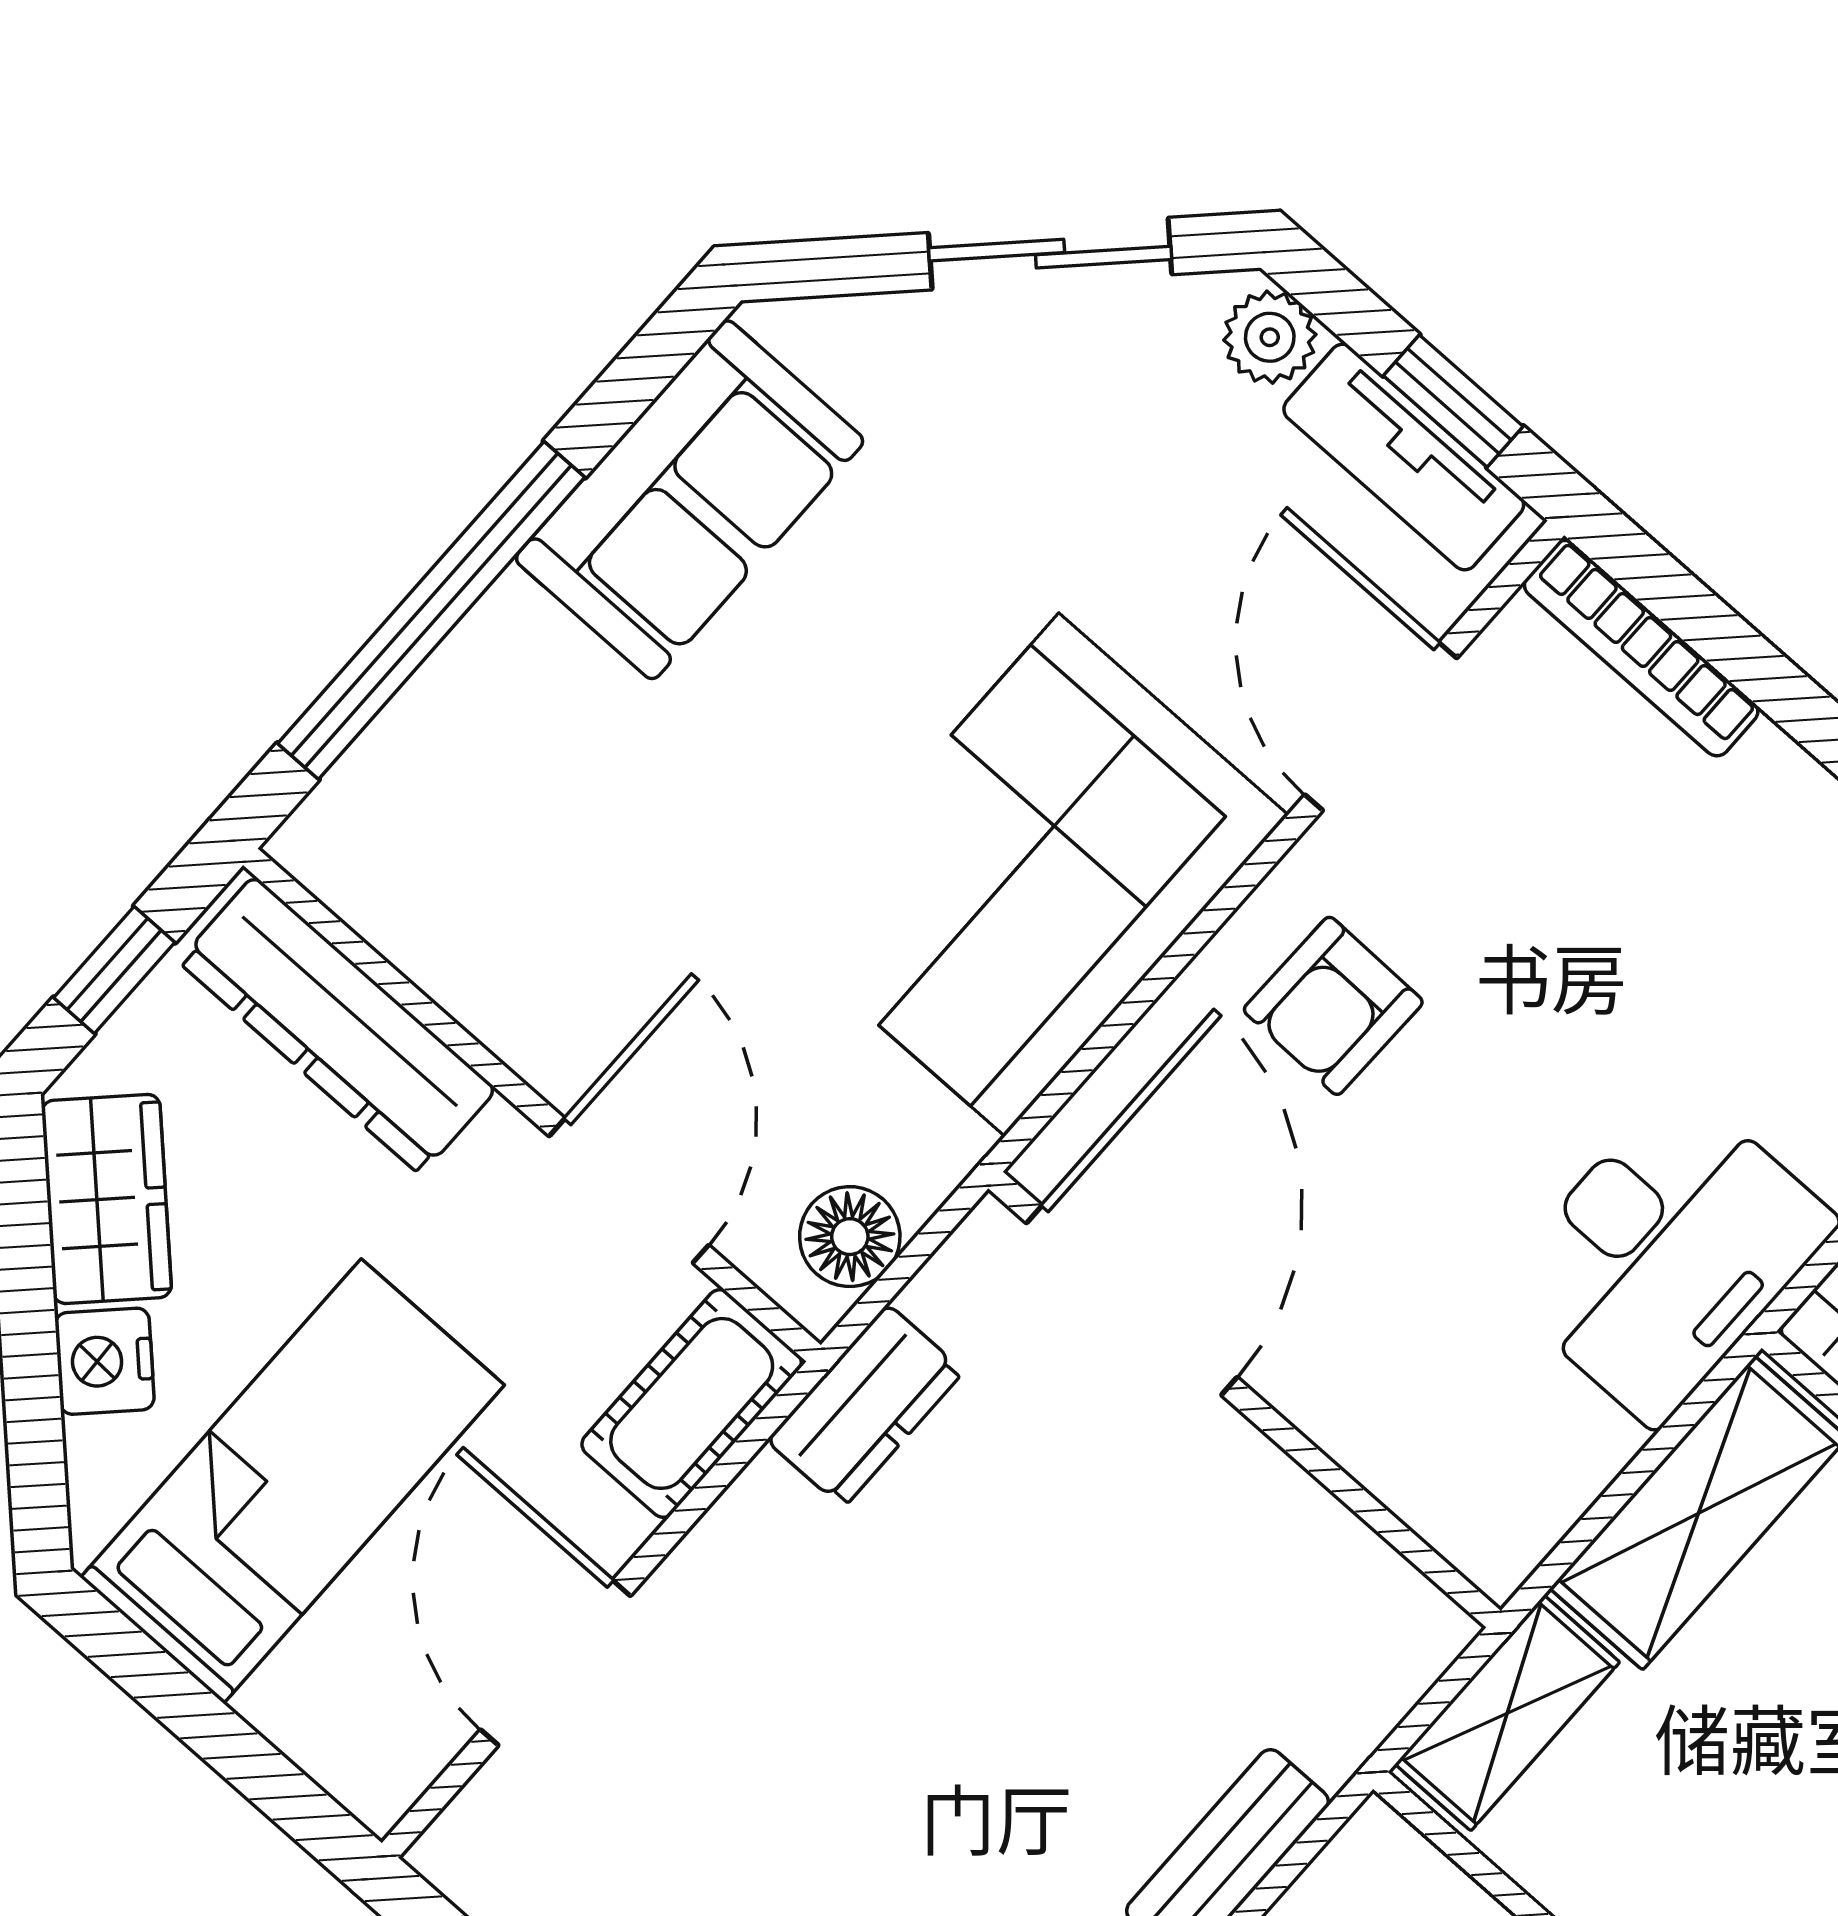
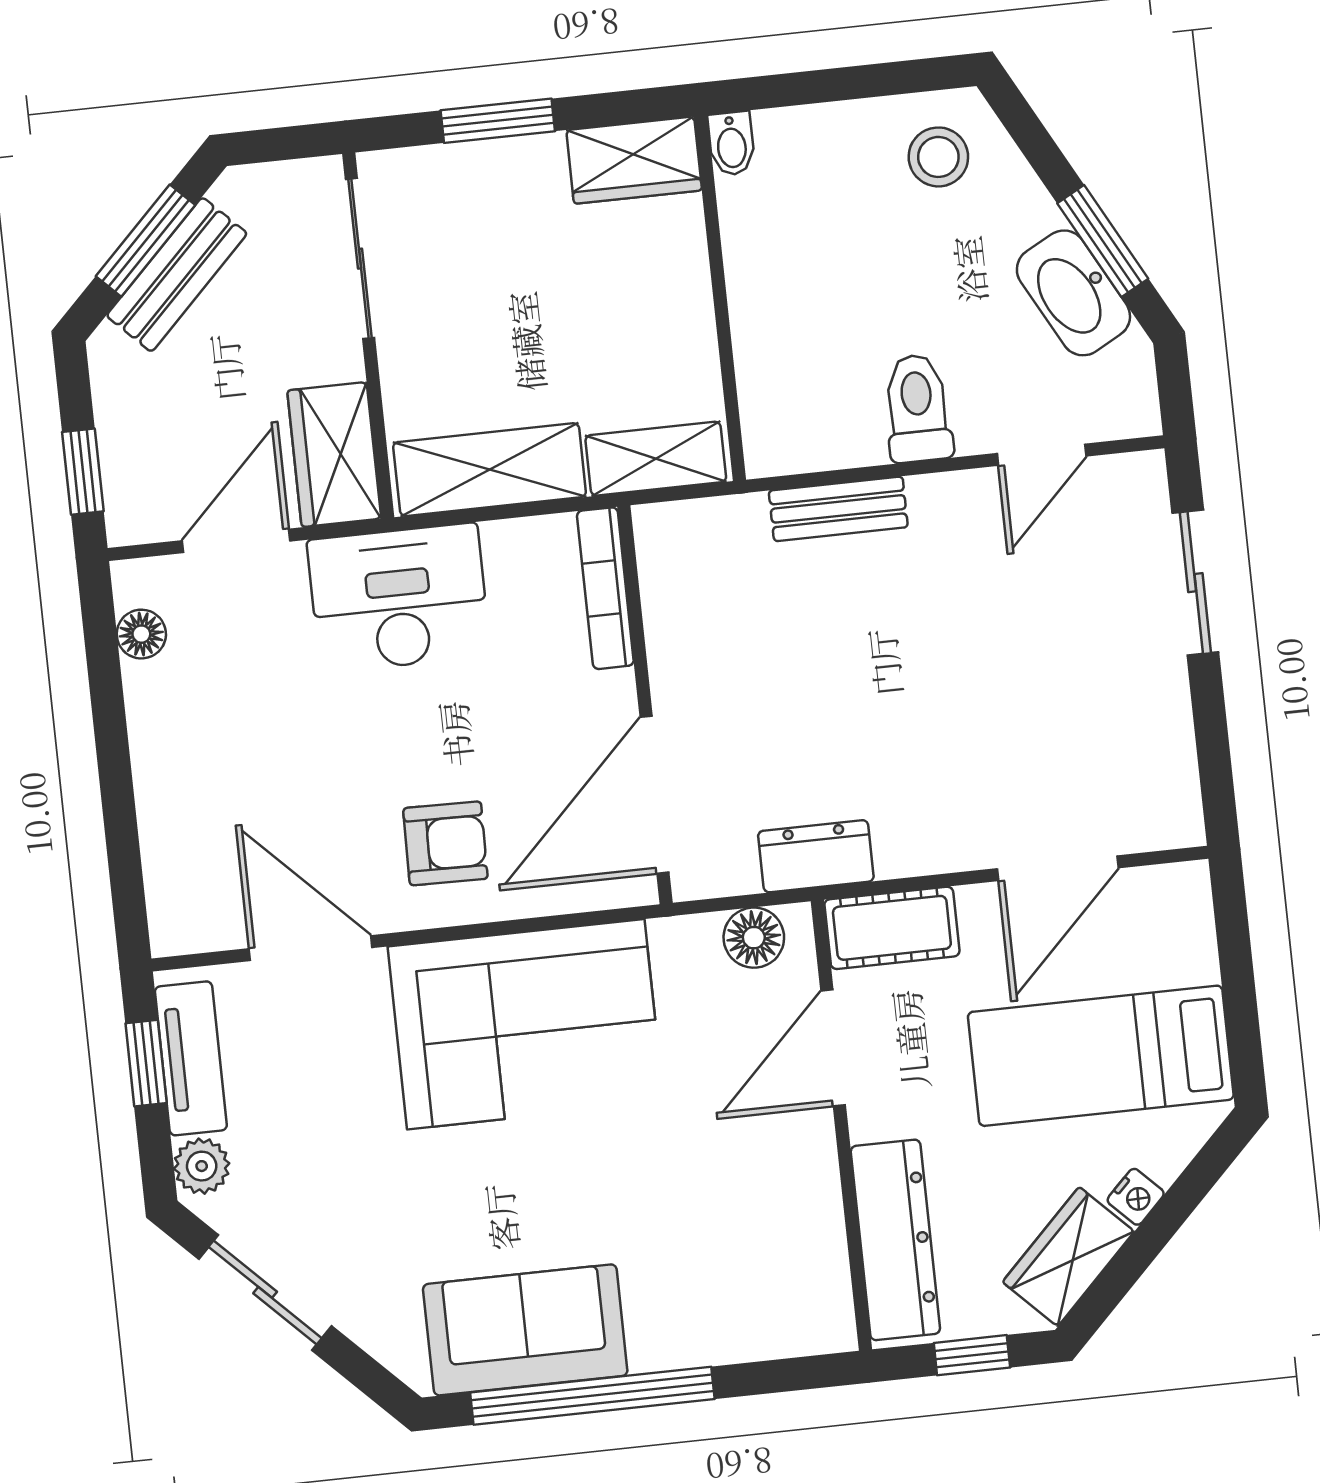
window: (431, 610) -> (592, 1396), moved
bookcase: (1641, 648) -> (605, 588), moved, turned 180
door: (1381, 726) -> (311, 948), swing flipped
nightstand: (105, 1361) -> (1136, 1197), width x0.72, depth x0.74

